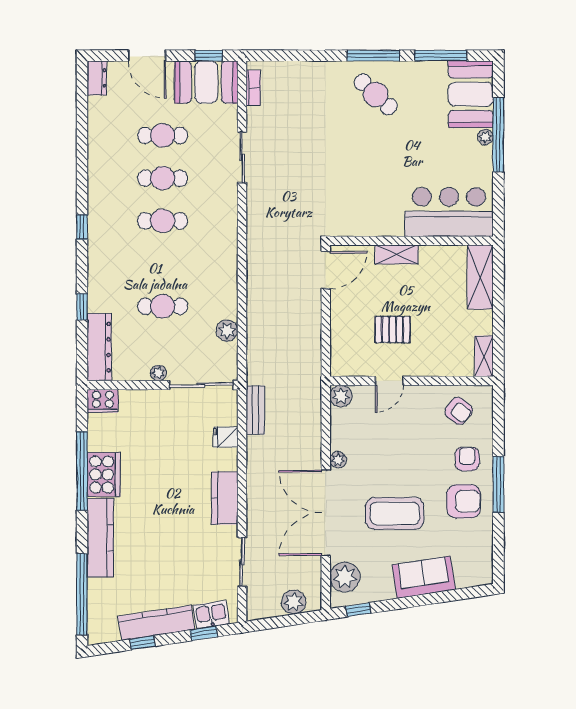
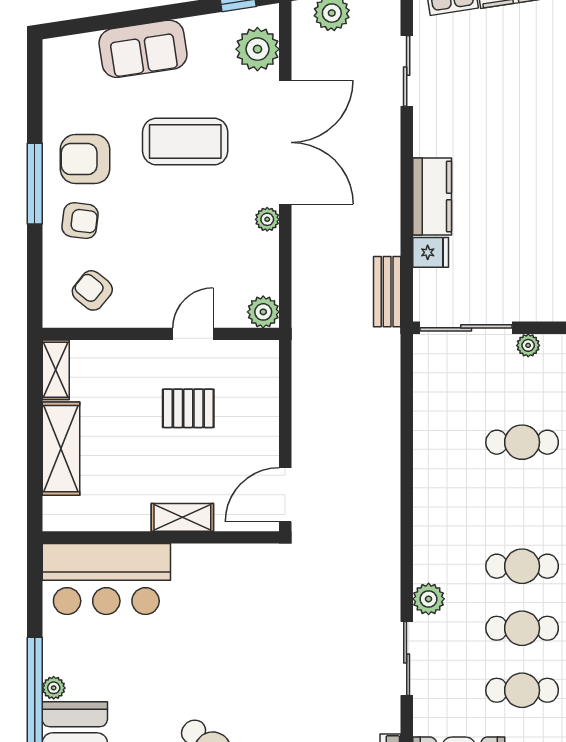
shelving: (480, 277) -> (61, 449), moved
plant: (227, 331) -> (429, 599), moved
armchair: (467, 459) -> (80, 221), turned -83
kitchen counter: (225, 498) -> (432, 196), moved

